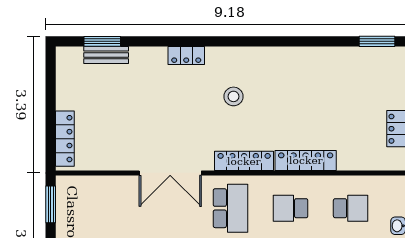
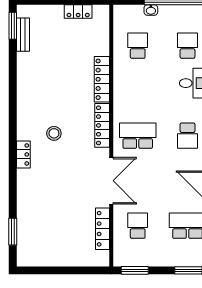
bench: (106, 55) -> (23, 35), moved
locker: (186, 56) -> (23, 154), moved
locker: (65, 139) -> (103, 229), moved, turned -90
school desk: (291, 208) -> (138, 226), moved, turned 180

